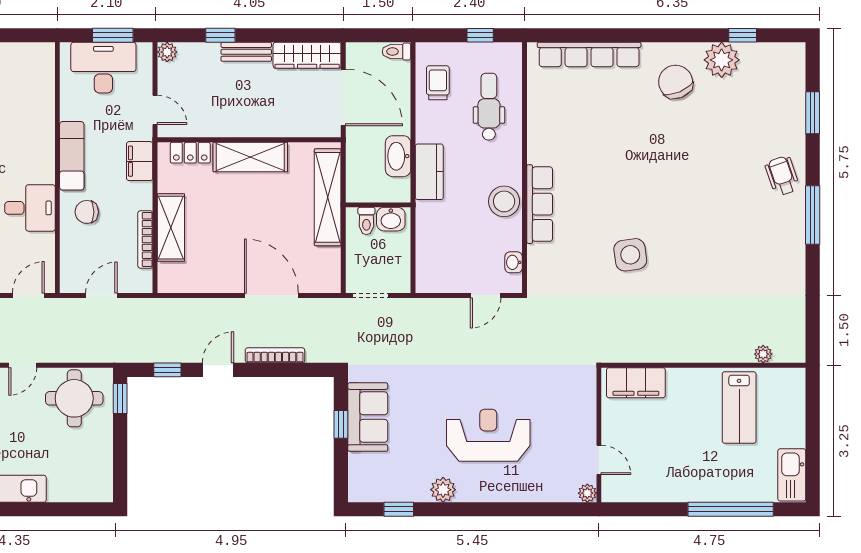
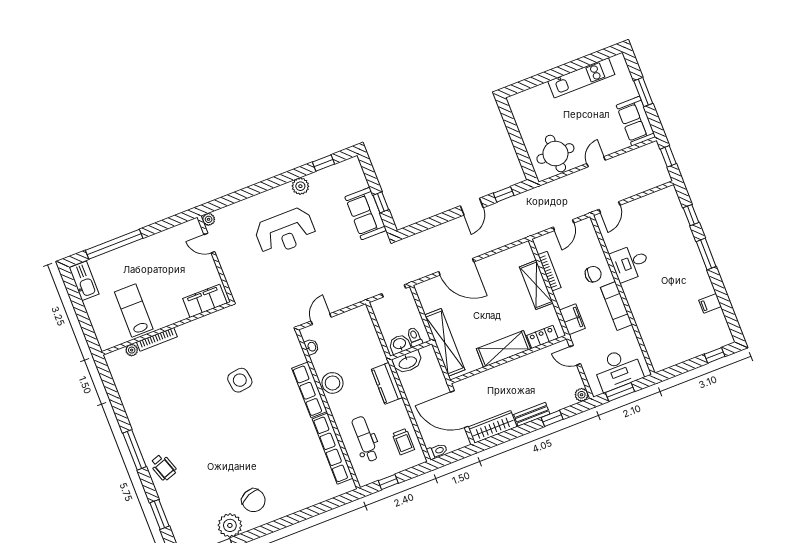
row of seats: (589, 54) -> (333, 449), moved, turned -90
dental chair: (489, 107) -> (365, 439), turned 180
washbasin: (398, 156) -> (408, 362), moved, turned 90
bookcase: (275, 355) -> (157, 339), moved
window: (120, 398) -> (526, 165), removed

